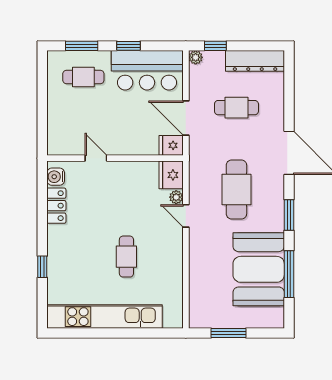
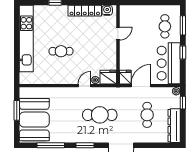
locker: (56, 206) -> (85, 11), width x1.53
booth: (259, 269) -> (34, 120), moved, turned 90

